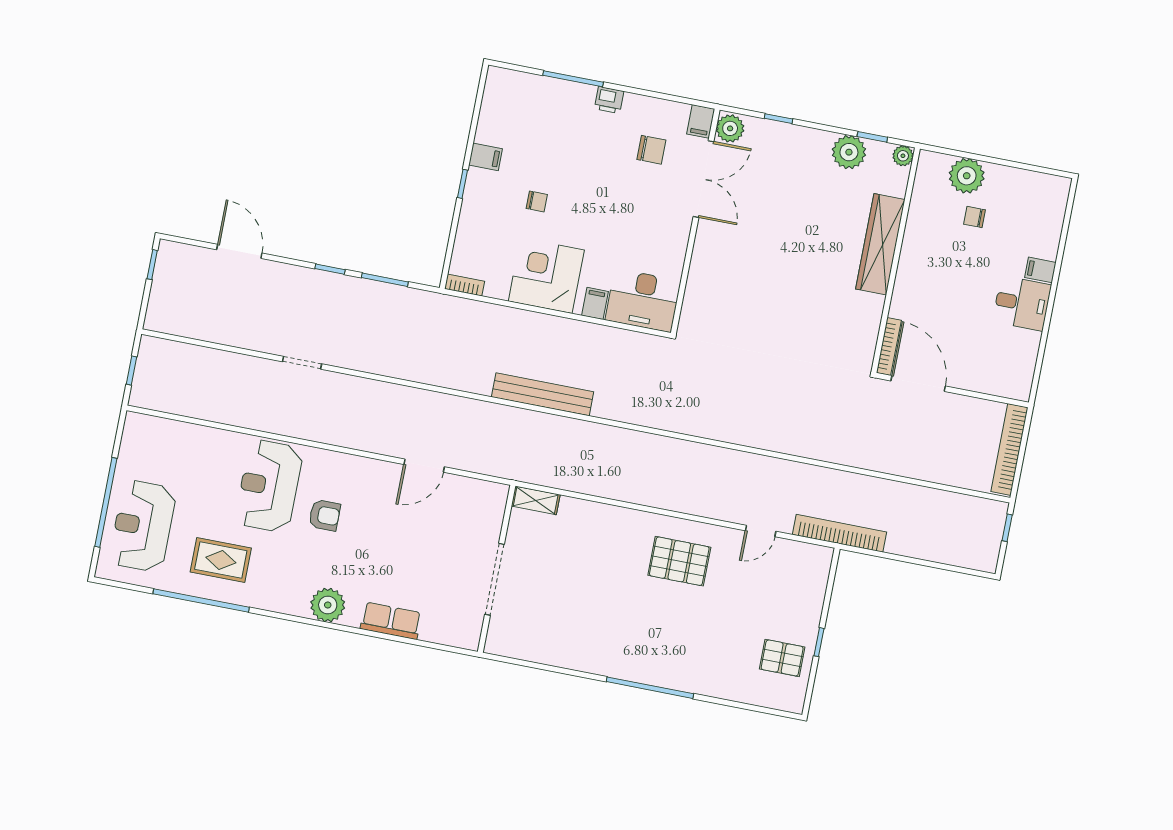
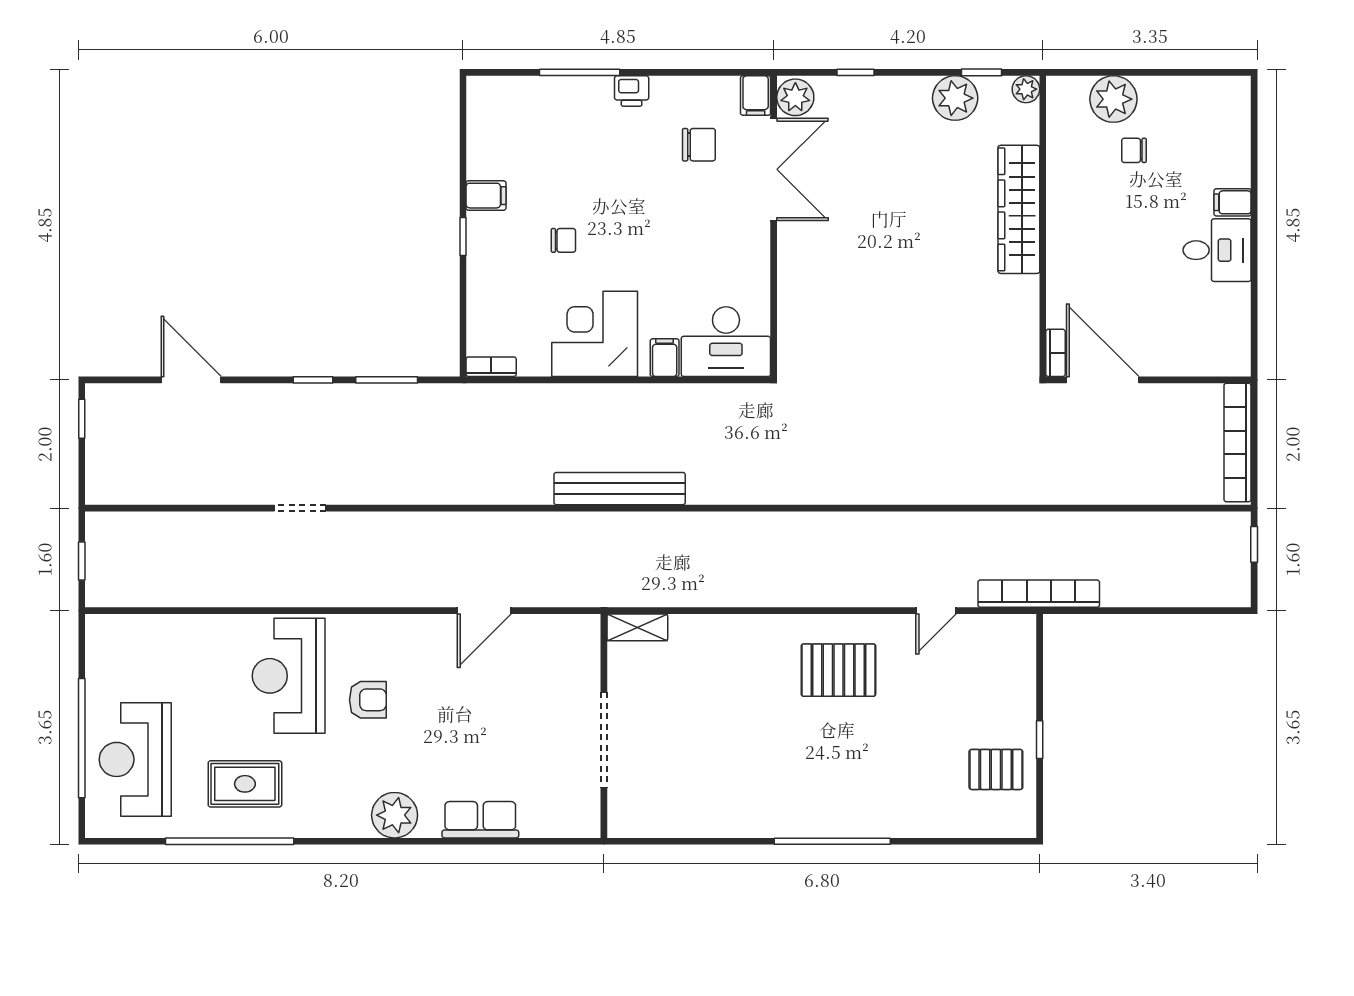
bookcase: (889, 346) -> (1056, 353), width x0.64

